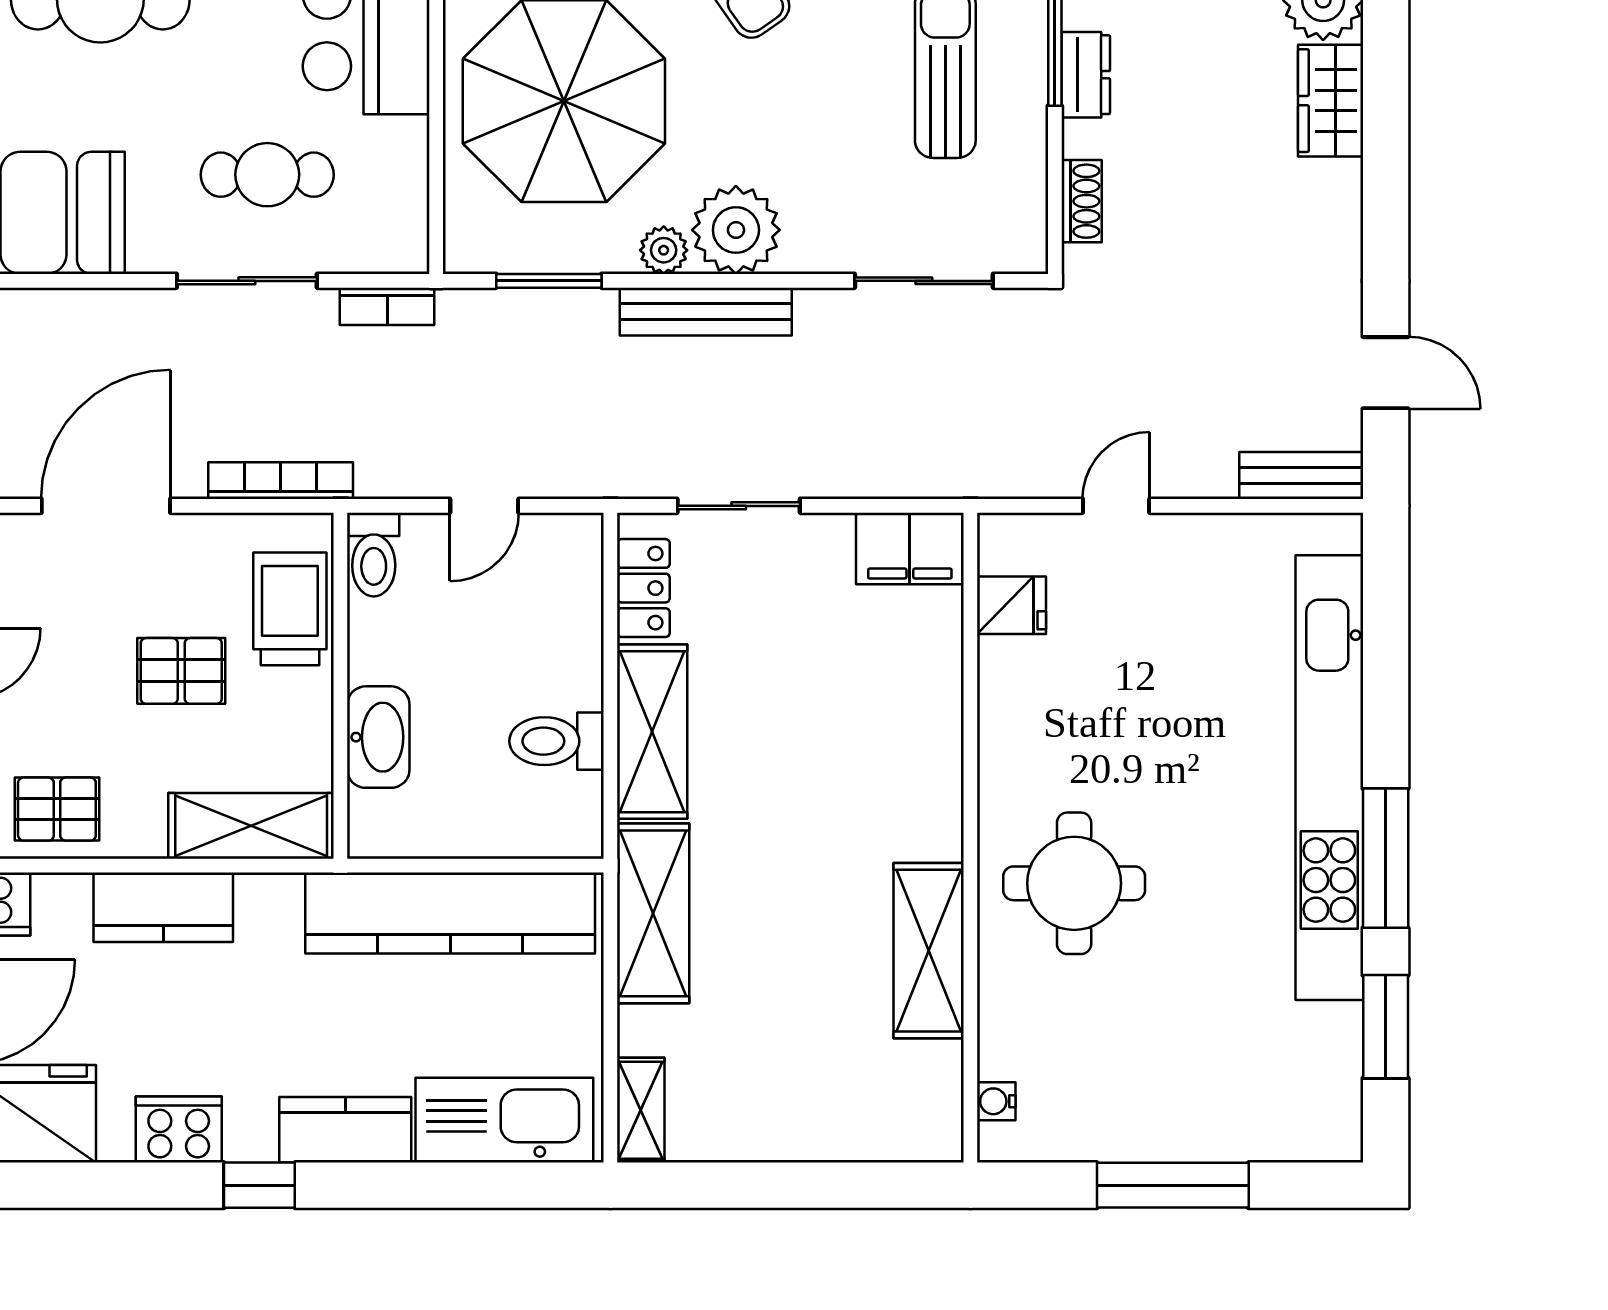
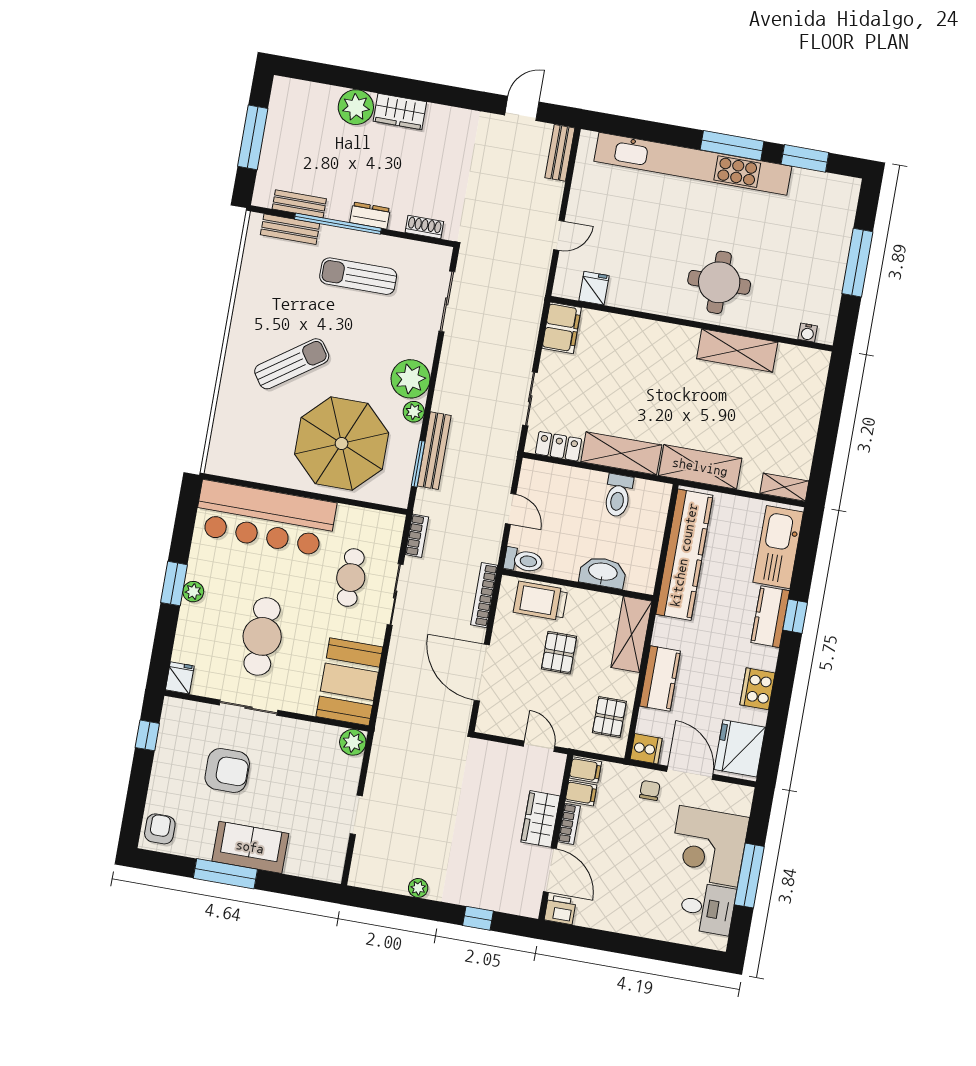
bench: (706, 312) -> (434, 451), moved
door: (1116, 506) -> (559, 235), swing flipped
window: (259, 1185) -> (795, 616), moved

